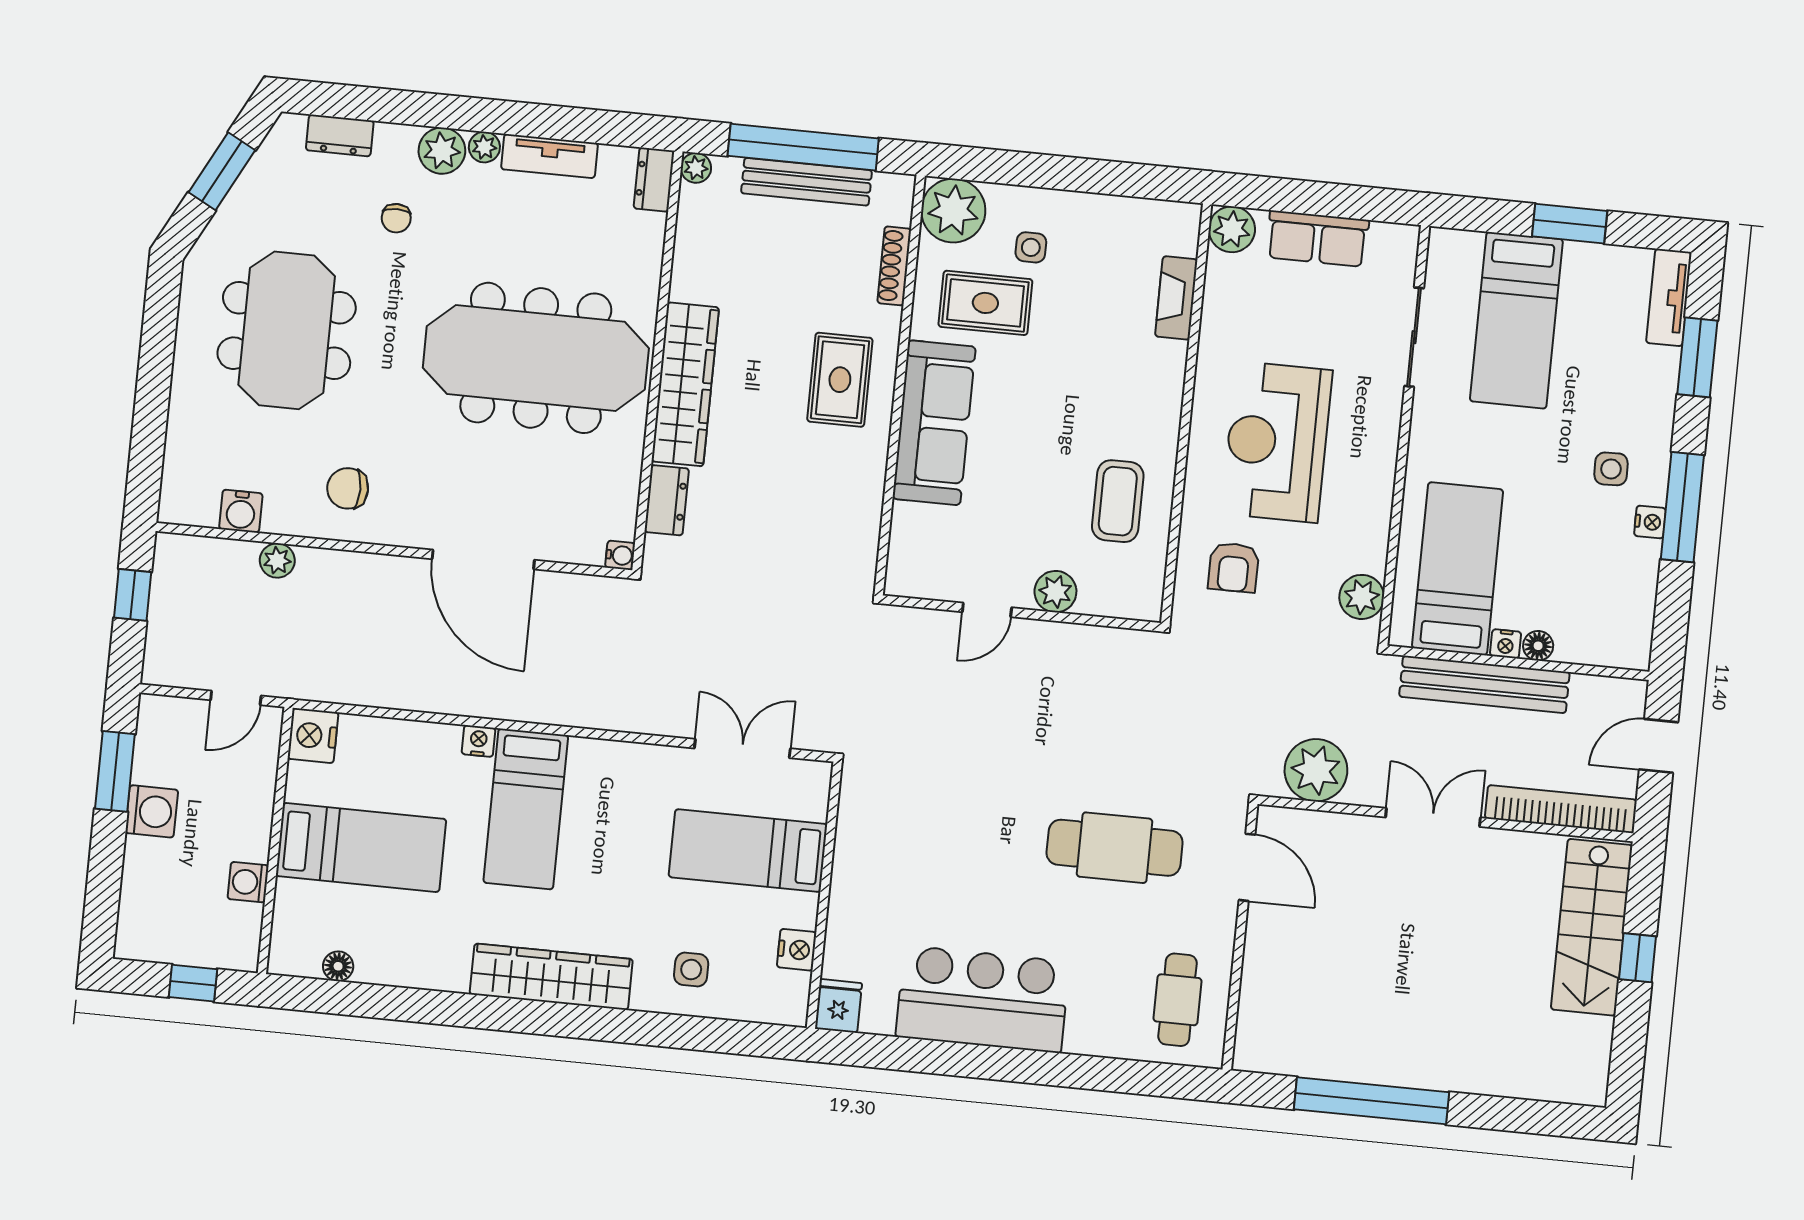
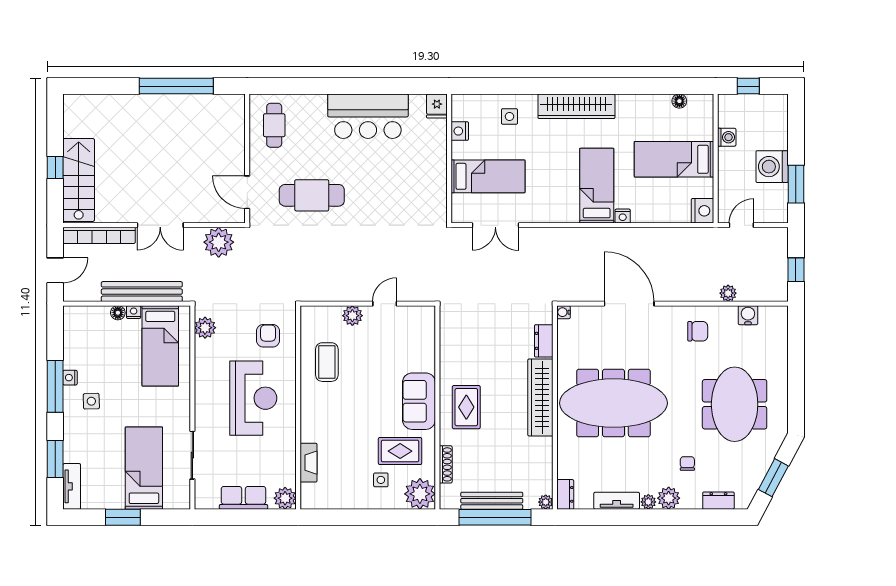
sofa: (934, 423) -> (419, 401), width x0.73
washing machine: (152, 811) -> (772, 167), width x1.37, depth x1.37

